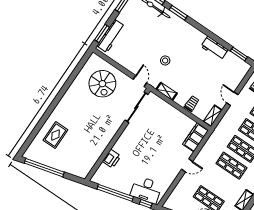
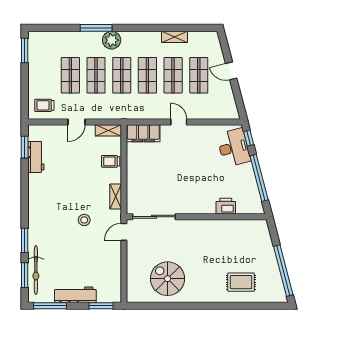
workbench: (111, 36) -> (75, 295), moved
workbench: (214, 48) -> (36, 157), moved
spiral stairs: (102, 84) -> (167, 279), moved, turned -90
shop shelf: (220, 182) -> (173, 75), added

